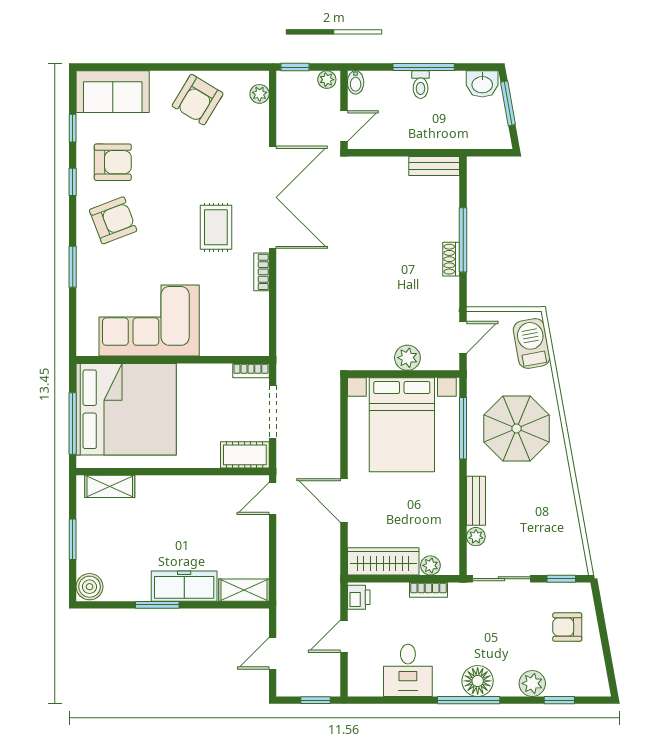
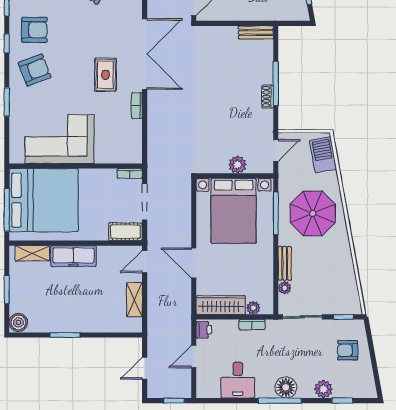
freezer: (184, 586) -> (73, 256), moved, turned 180
shelving: (244, 590) -> (134, 300), moved, turned 90

